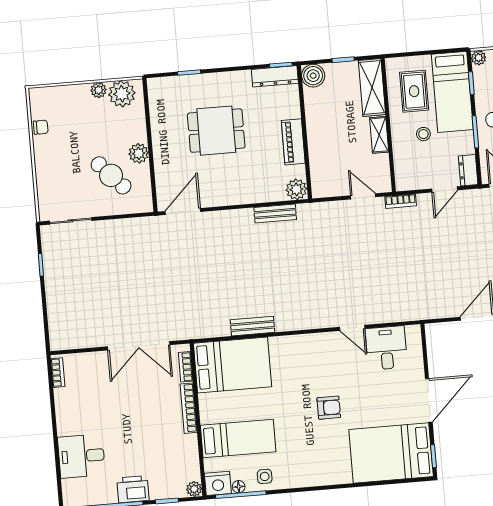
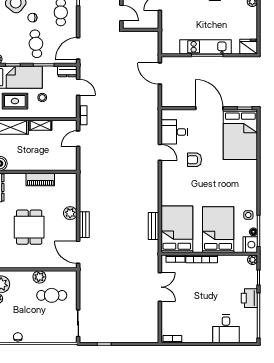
cafe table: (111, 175) -> (52, 295), turned 43
plant: (296, 189) -> (70, 213), moved
bench: (275, 214) -> (84, 225), moved
bench: (252, 326) -> (153, 226), moved
door: (352, 328) -> (160, 152), hinge flipped
double door: (139, 346) -> (160, 287), width x0.73
armchair: (329, 408) -> (194, 160), moved, turned -90
bed: (238, 439) -> (218, 230), width x1.50

